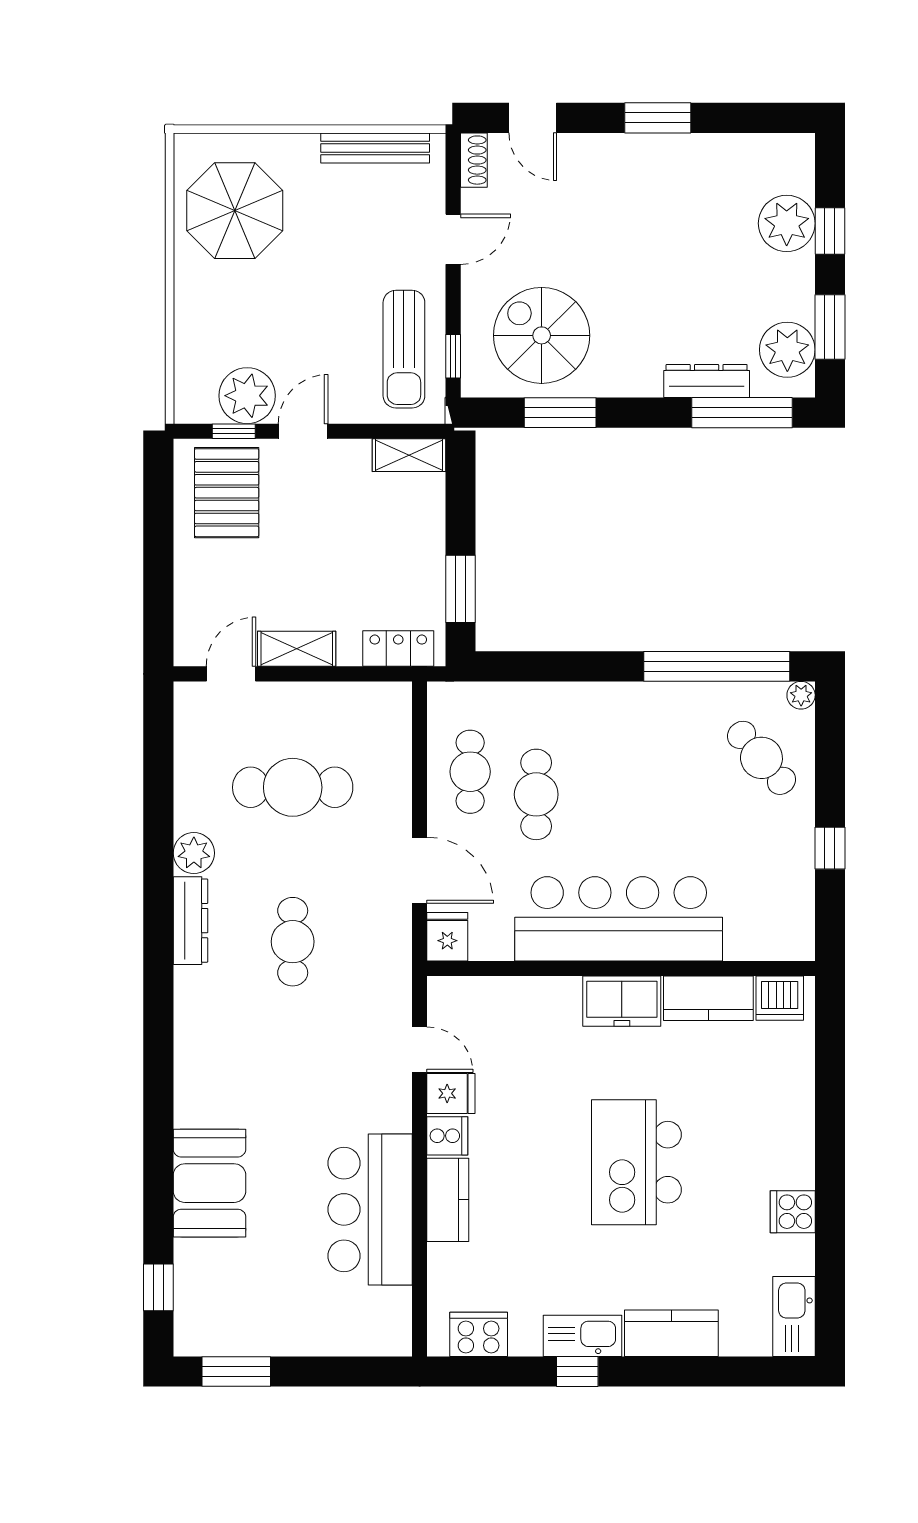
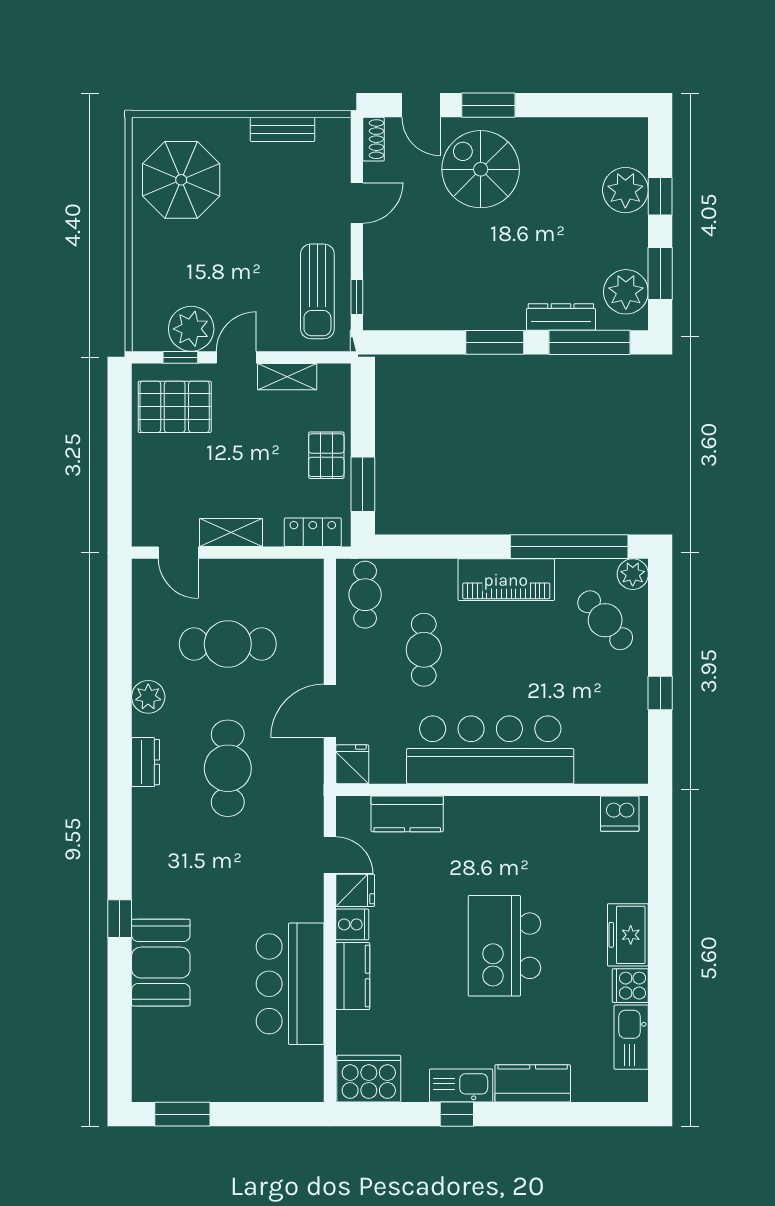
window: (658, 118) -> (488, 105), moved
bench: (375, 148) -> (283, 129), width x0.73
spiral stairs: (542, 335) -> (481, 169), moved
window: (560, 413) -> (495, 342), moved
shelving: (409, 455) -> (287, 377), moved
pallet: (227, 493) -> (175, 407), turned 90
pallet: (415, 553) -> (326, 455), added
door: (231, 674) -> (178, 553), swing flipped
plant: (801, 695) -> (633, 574), width x1.38, depth x1.38
piano: (639, 707) -> (506, 580), added
cafe table: (470, 772) -> (365, 595), moved
door: (420, 870) -> (330, 711), swing flipped
dresser: (191, 921) -> (146, 762), width x0.70
cafe table: (293, 942) -> (228, 768), width x1.37, depth x1.35
kitchen counter: (708, 998) -> (407, 814), moved
freezer: (622, 1001) -> (628, 935), moved, turned 90
window: (158, 1287) -> (120, 919), moved
kitchen sink: (794, 1317) -> (631, 1037), moved
cooker: (479, 1334) -> (369, 1079), width x1.37, depth x1.31

